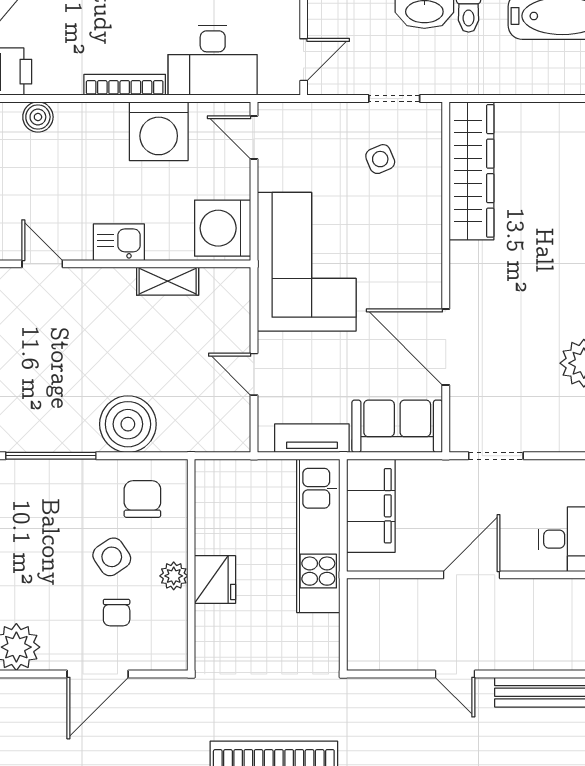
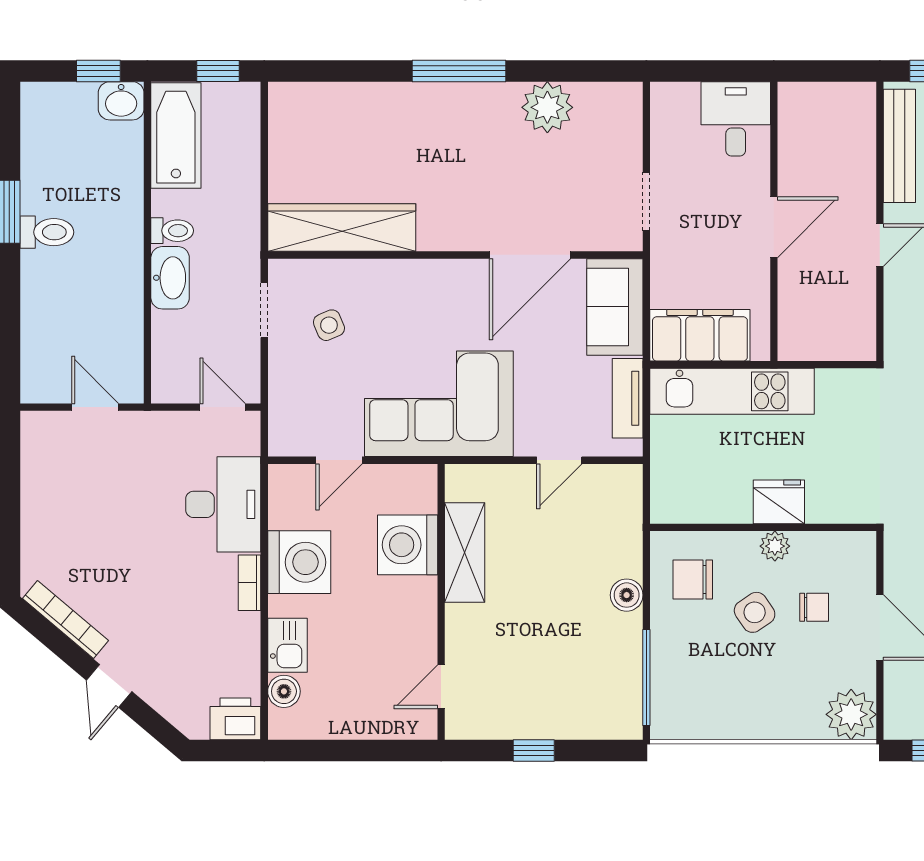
bookcase: (125, 85) -> (250, 583), width x0.64
door: (254, 137) -> (339, 460), moved
washing machine: (223, 228) -> (408, 545), moved, turned 90
kitchen sink: (119, 242) -> (287, 645), moved, turned 180
shelving: (168, 281) -> (465, 553), width x1.50, depth x1.33
boiler: (128, 424) -> (627, 595), width x0.54, depth x0.54
door: (472, 575) -> (774, 227), swing flipped

